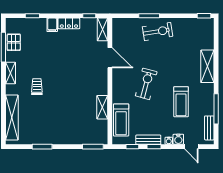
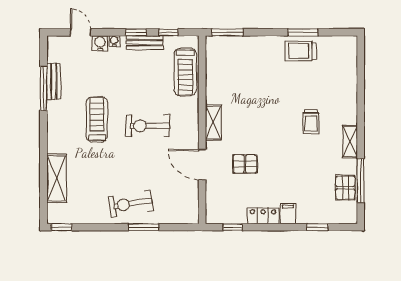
shelving: (102, 29) -> (213, 207), removed
pallet: (81, 58) -> (245, 164), added
shelving: (207, 66) -> (57, 178), moved
exercise bike: (146, 84) -> (148, 126), turned 75
treadmill: (181, 102) -> (97, 120), moved
shelving: (102, 107) -> (213, 122), moved
shelving: (12, 117) -> (348, 76), removed
treadmill: (121, 120) -> (185, 72), turned 180
bench: (209, 128) -> (54, 81), moved
trolley: (44, 134) -> (301, 51), added

